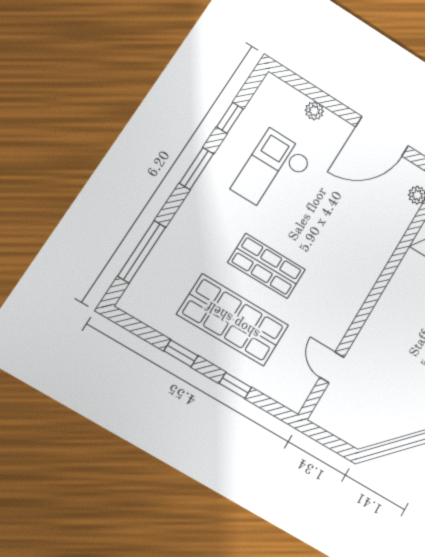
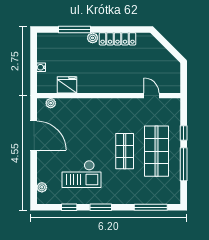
plant: (314, 111) -> (42, 187), moved
window: (181, 353) -> (184, 164), width x2.17
door: (332, 367) -> (152, 96), swing flipped

